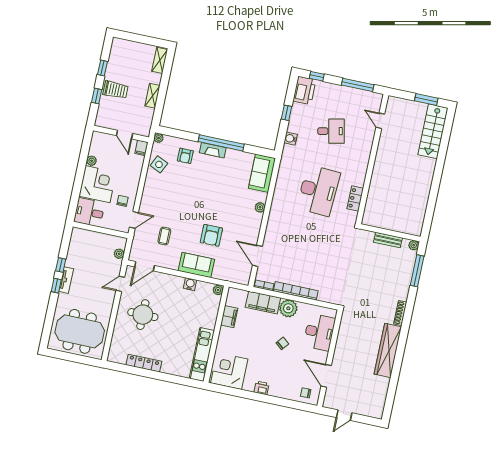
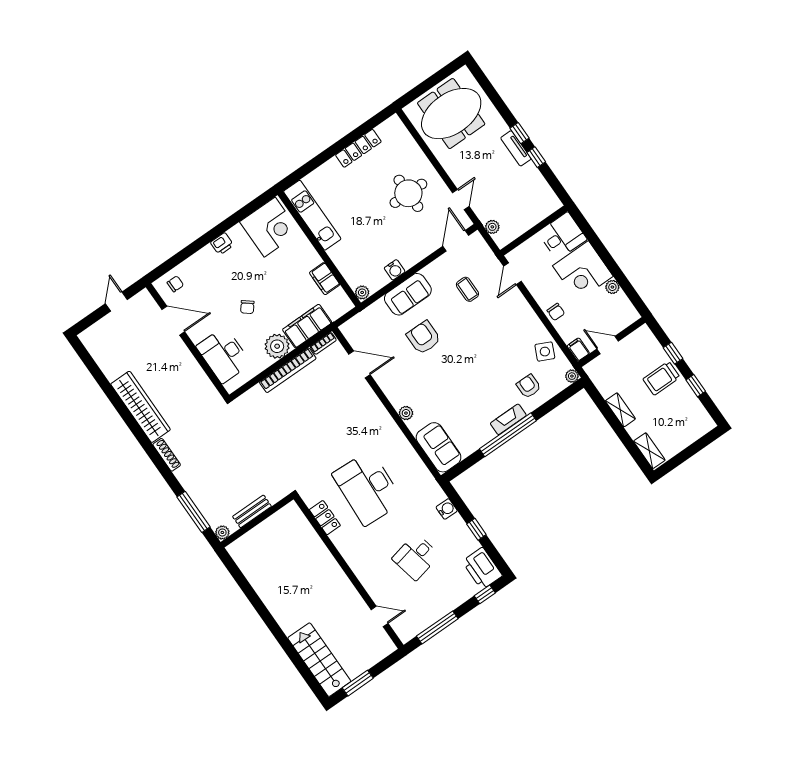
chair: (123, 201) -> (556, 312), moved

